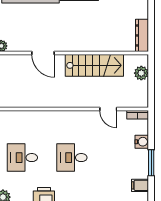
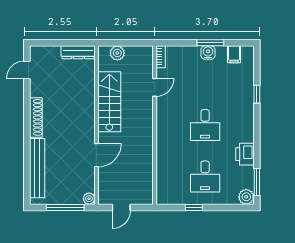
water cooler: (142, 142) -> (208, 52), moved

